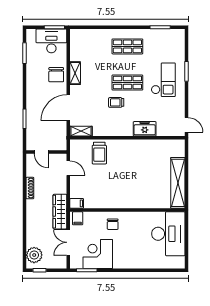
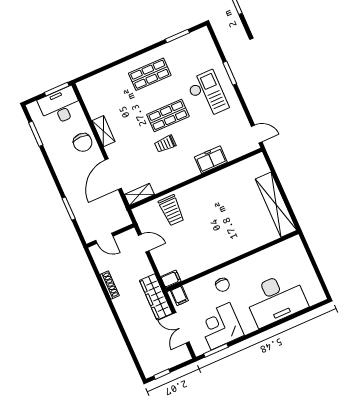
desk: (168, 234) -> (276, 299), moved, turned 90
plant: (34, 255) -> (148, 359), removed

